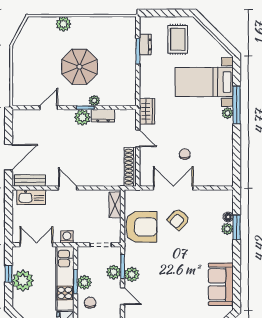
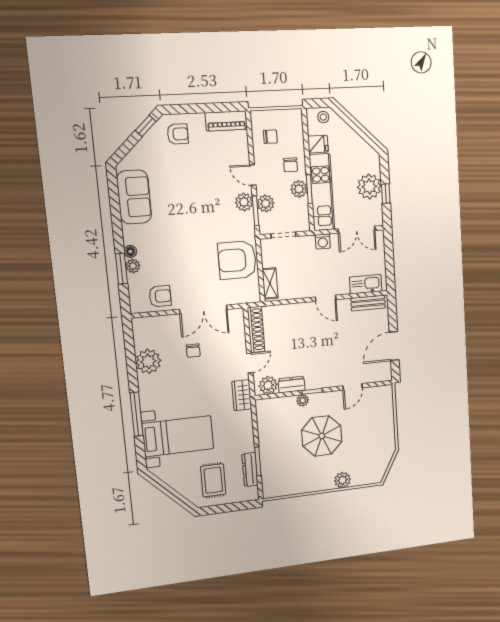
dresser: (145, 45) -> (250, 470), width x1.44
plant: (227, 113) -> (148, 361), moved, width x1.88, depth x1.88
plant: (82, 117) -> (268, 385), moved
door: (138, 138) -> (250, 363), swing flipped
door: (9, 157) -> (394, 346), moved
floor lamp: (228, 217) -> (130, 251), moved
armchair: (179, 219) -> (160, 296), moved, turned 48

